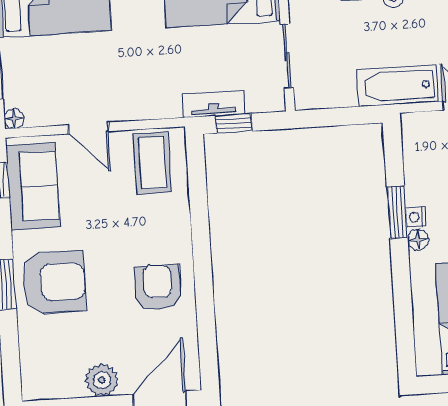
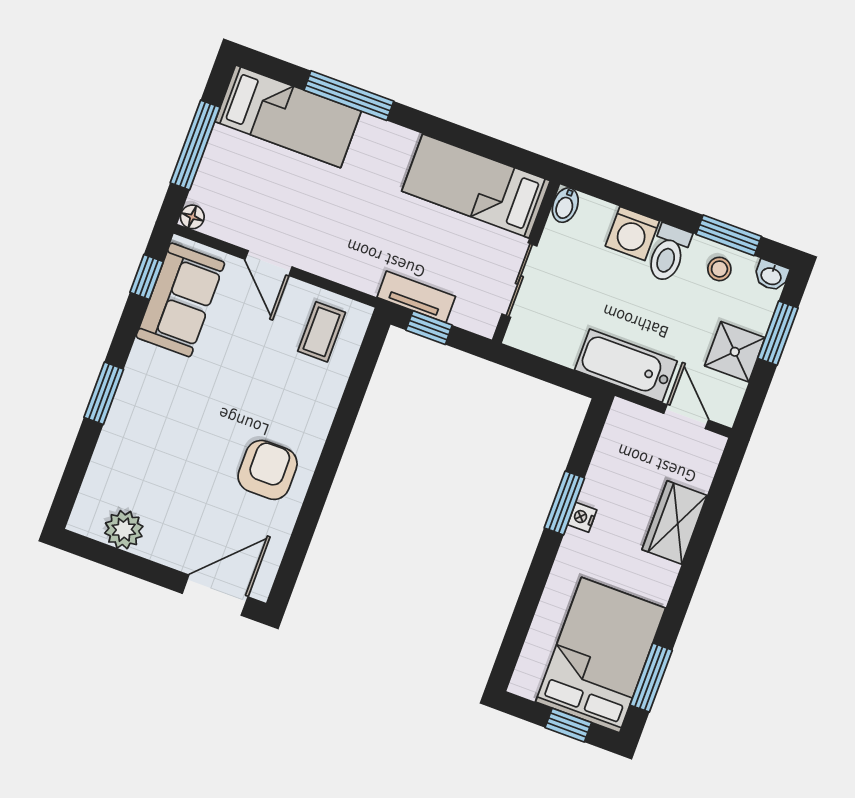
coffee table: (152, 163) -> (322, 332), width x0.73, depth x0.77
floor lamp: (418, 240) -> (574, 543), removed
armchair: (54, 282) -> (157, 414), removed
plant: (102, 380) -> (124, 530), moved

